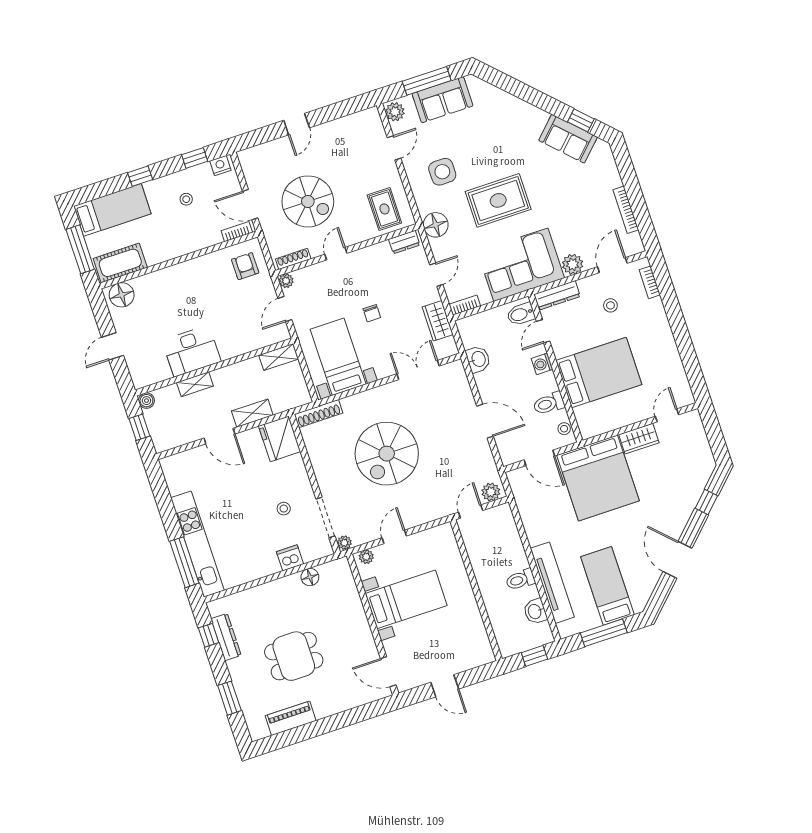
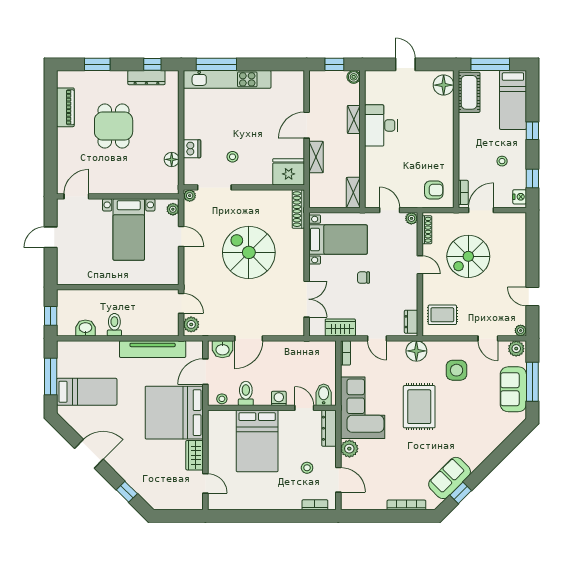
plant: (373, 114) -> (521, 330), added
door: (297, 124) -> (532, 297), moved
bookcase: (626, 210) -> (406, 505), moved
washbasin: (478, 359) -> (222, 349), moved
tv unit: (552, 583) -> (153, 349), moved

